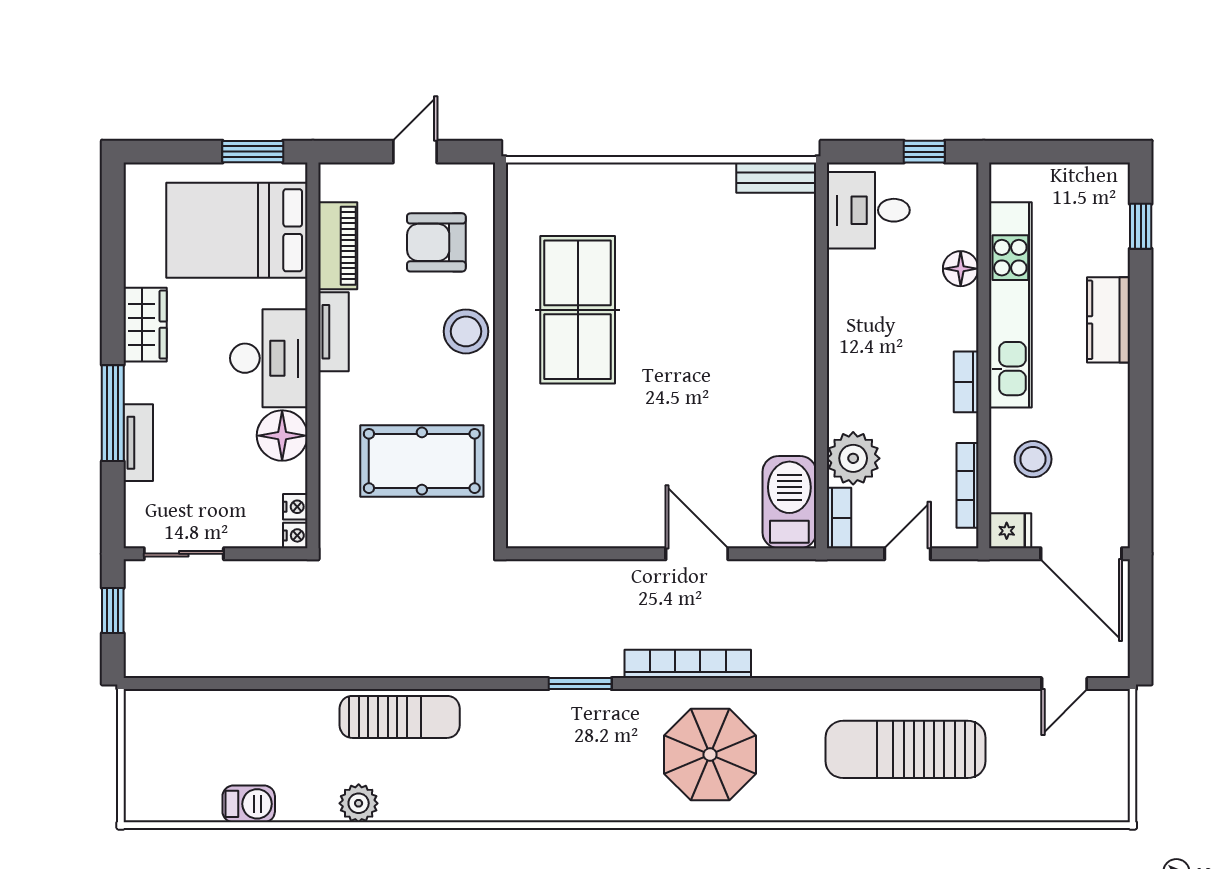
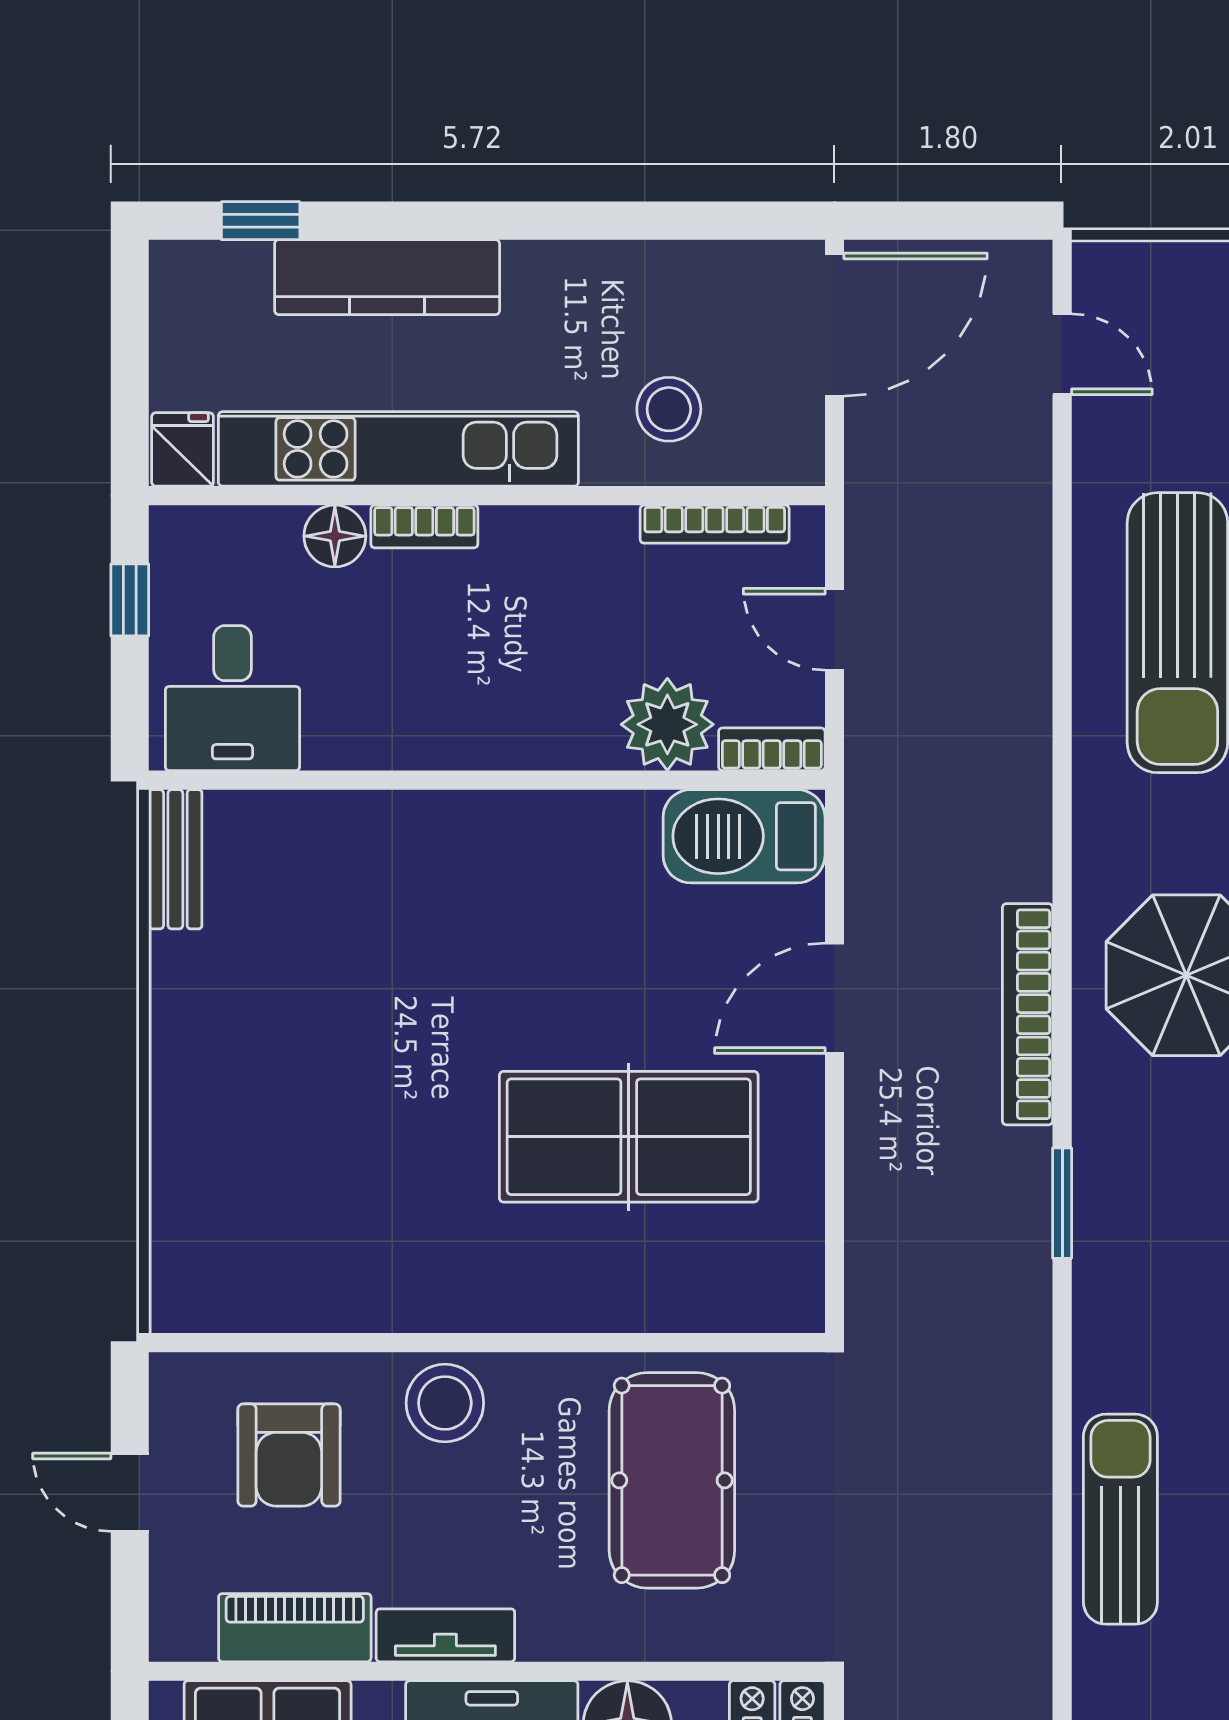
table tennis table: (578, 310) -> (629, 1137), moved
kitchen counter: (1108, 320) -> (387, 277), width x1.50
bookcase: (966, 382) -> (424, 527), moved
fridge: (1010, 531) -> (183, 449), moved

